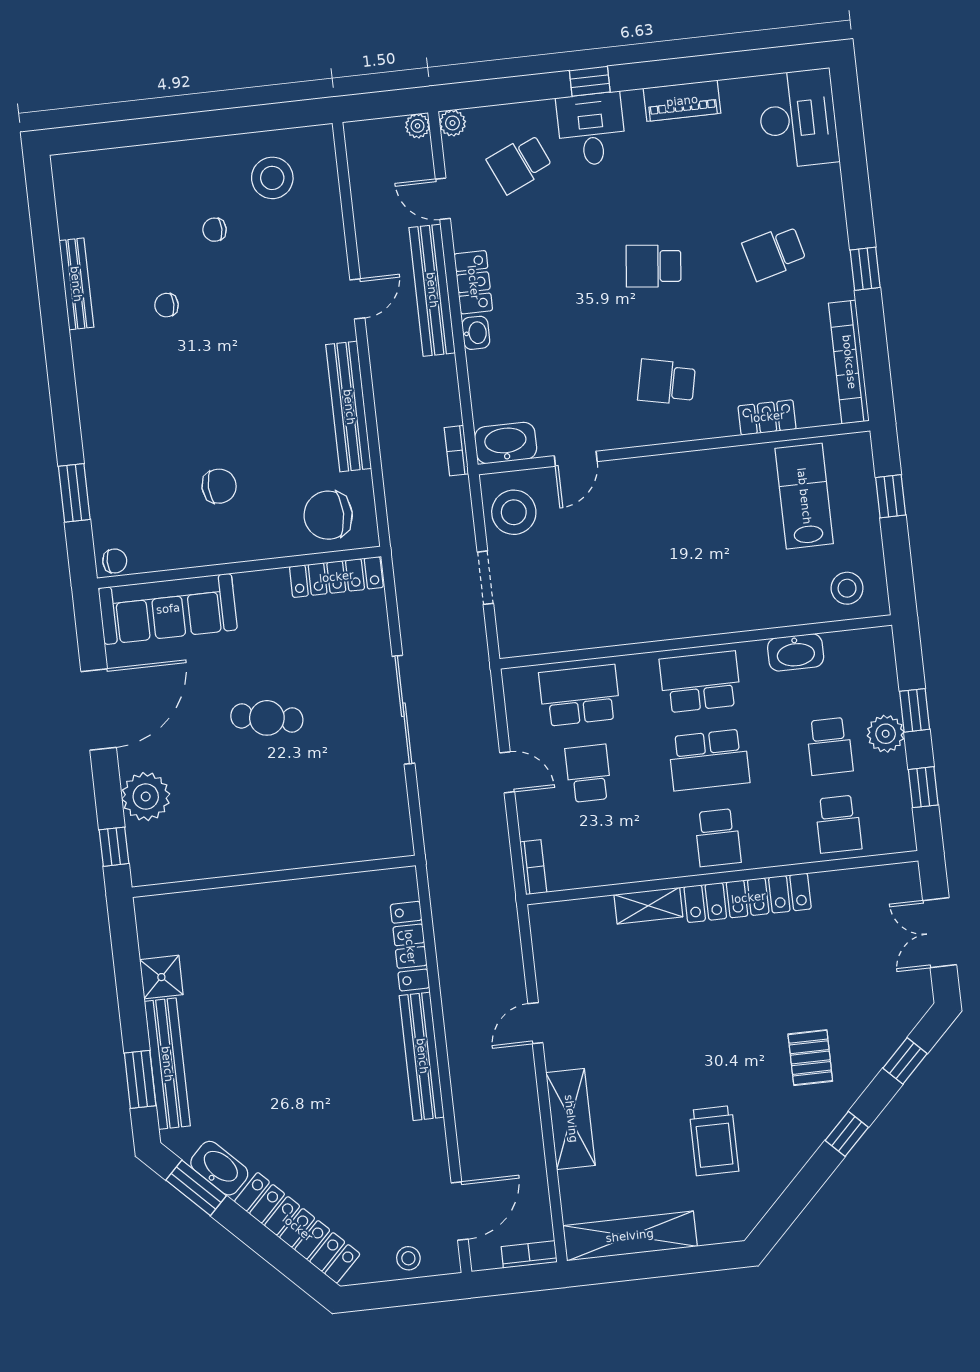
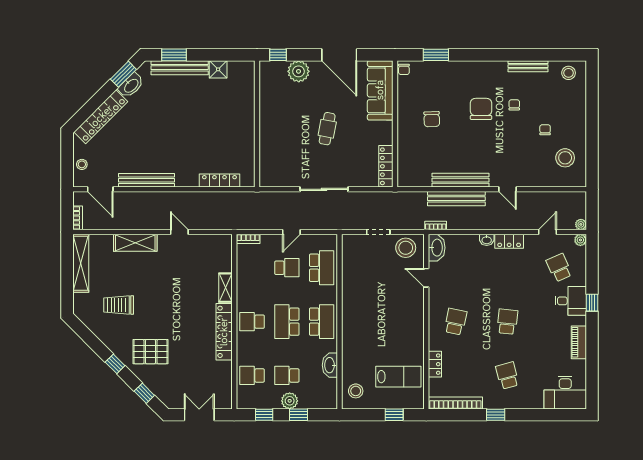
stool: (81, 192) -> (569, 73), added
bench: (432, 290) -> (456, 199), moved
chair: (328, 515) -> (481, 109), moved
bench: (422, 1056) -> (146, 180), moved
pallet: (810, 1058) -> (150, 352), width x1.50, depth x1.42

